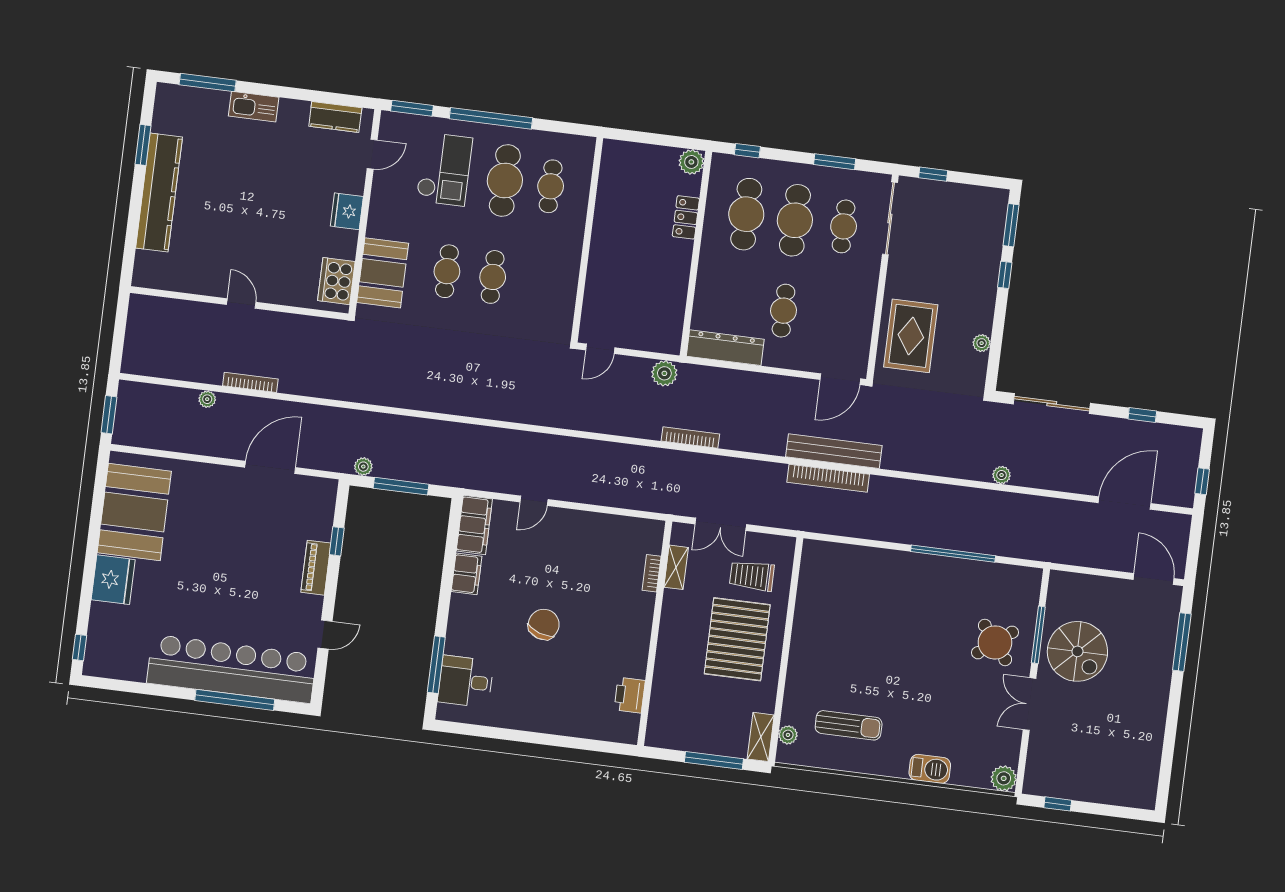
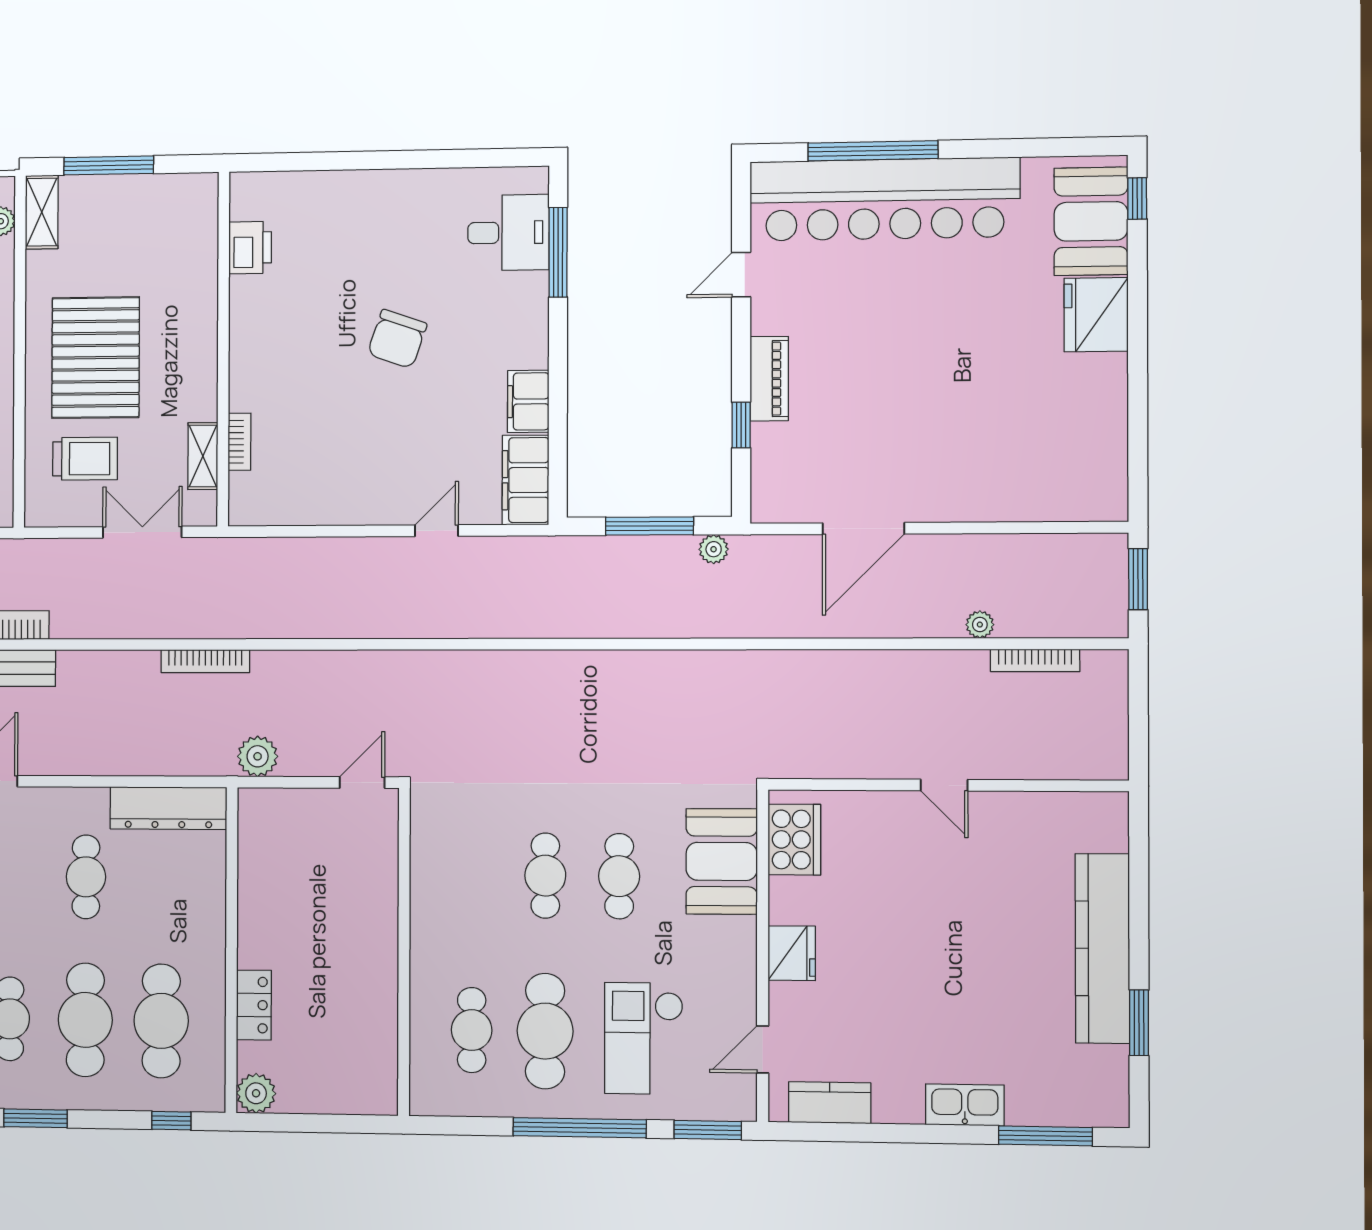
bookcase: (250, 382) -> (1035, 660), moved
booth: (134, 512) -> (1091, 221), moved, width x0.73, depth x0.70

